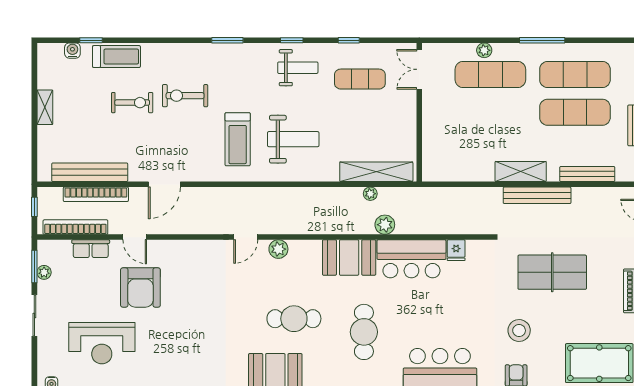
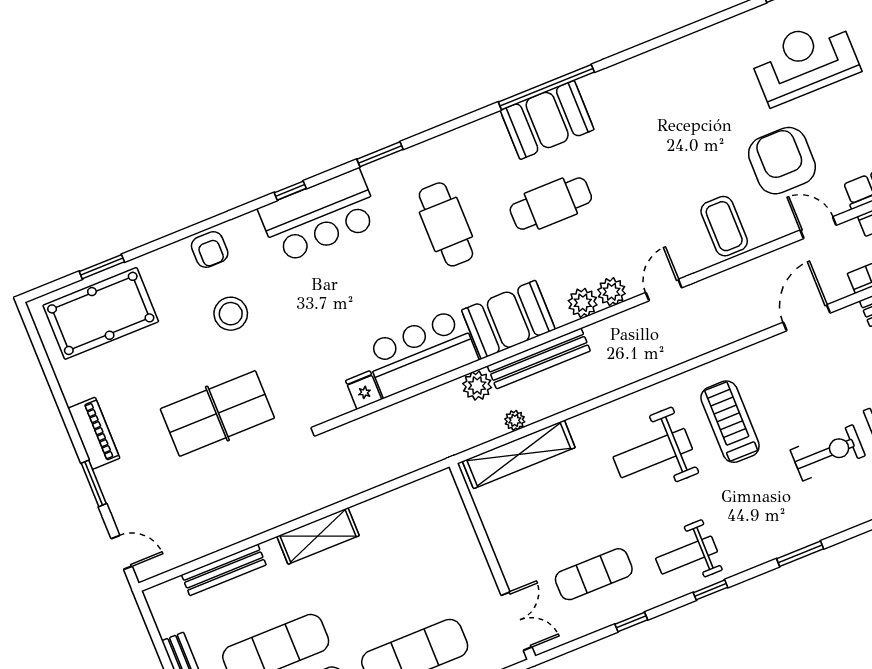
bench: (537, 195) -> (539, 358), moved
plant: (299, 249) -> (583, 303), added
coffee table: (193, 261) -> (724, 226), added

